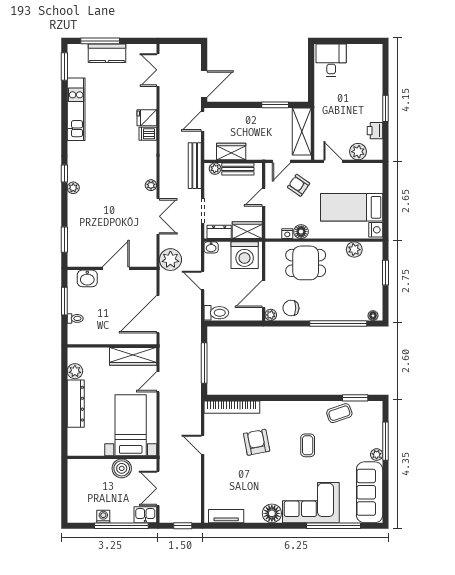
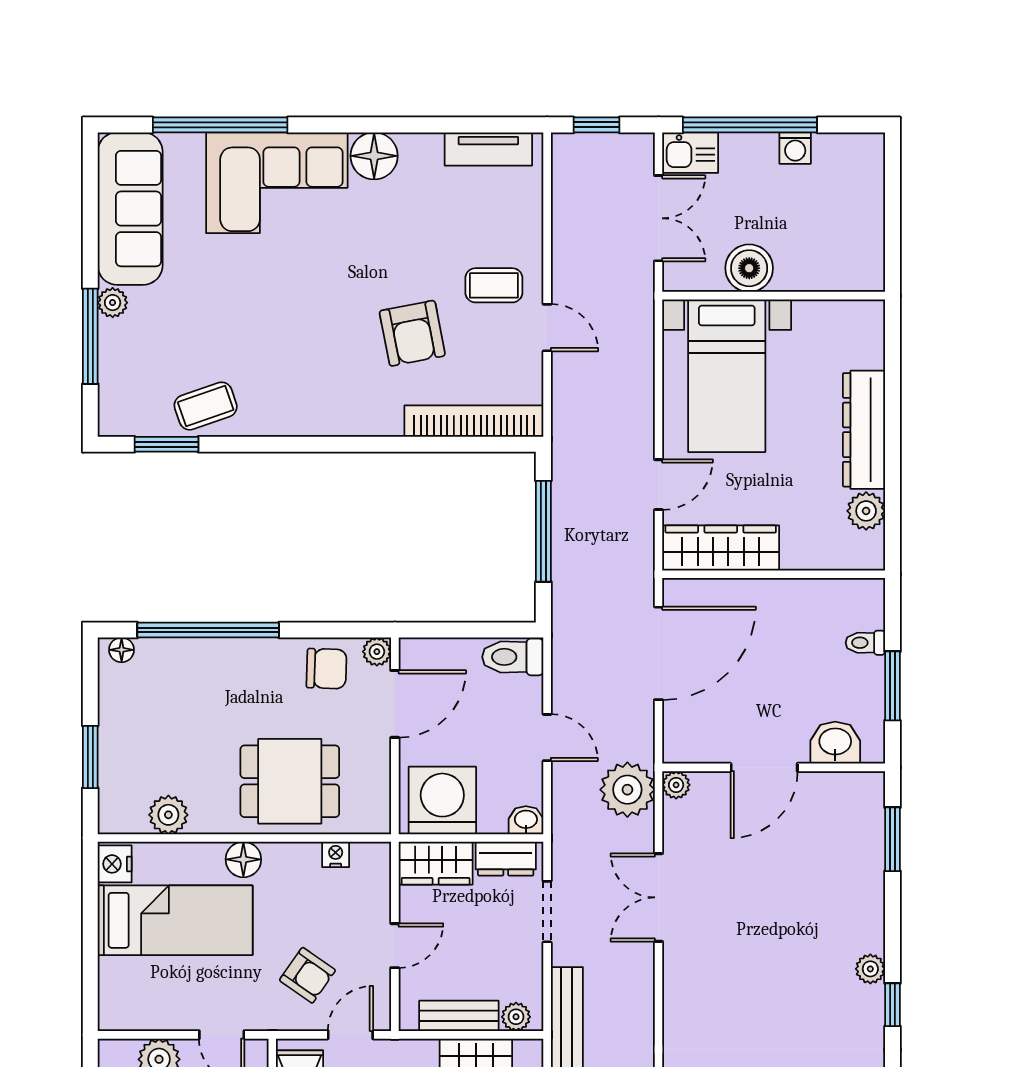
plant: (151, 185) -> (676, 785), moved
floor lamp: (301, 232) -> (243, 859), moved
coffee table: (308, 445) -> (494, 285), moved, turned 90

